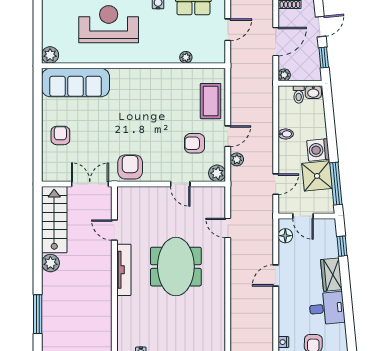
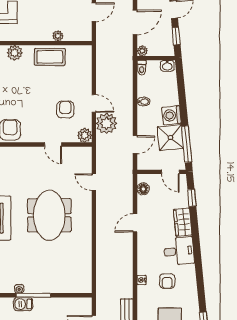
plant: (135, 77) -> (15, 53), added
toilet: (299, 95) -> (142, 68), moved
coffee table: (211, 101) -> (50, 57), moved, turned 90
door: (228, 136) -> (94, 103), hinge flipped
armchair: (195, 143) -> (65, 110), turned 90
plant: (237, 159) -> (107, 123), width x1.88, depth x1.88
door: (303, 216) -> (170, 172), moved

